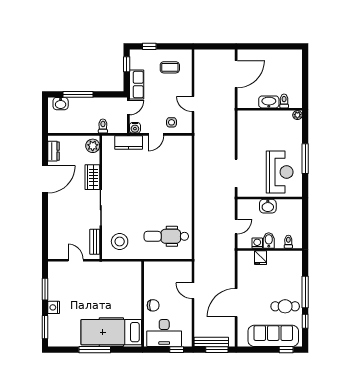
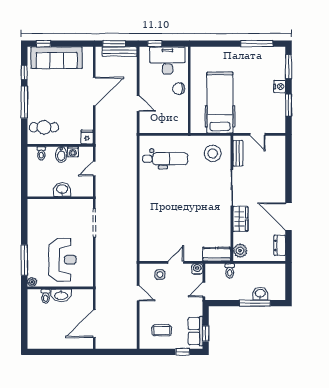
row of seats: (137, 85) -> (196, 331), moved
washbasin: (61, 104) -> (260, 294), moved
kitchen counter: (129, 143) -> (217, 254), moved
window: (305, 159) -> (24, 260), moved
reception desk: (280, 172) -> (62, 260), moved, turned 180
door: (45, 179) -> (289, 217), hinge flipped
fridge: (261, 258) -> (87, 137), moved
cafe table: (285, 306) -> (44, 127), moved
hospital bed: (111, 332) -> (220, 103), moved, turned -90
window: (95, 350) -> (257, 44), moved

